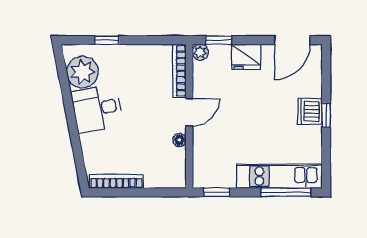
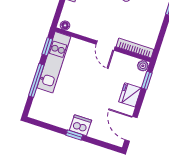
floor lamp: (179, 140) -> (65, 25), moved
kitchen unit: (279, 176) -> (54, 62), moved
window: (286, 192) -> (36, 80), moved

